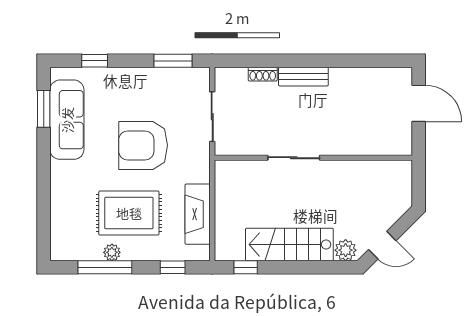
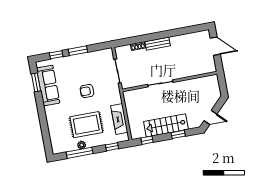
window: (173, 61) -> (78, 51), moved
armchair: (143, 145) -> (87, 91), width x0.53, depth x0.53
plant: (346, 250) -> (193, 123), removed
window: (311, 267) -> (178, 134), added

